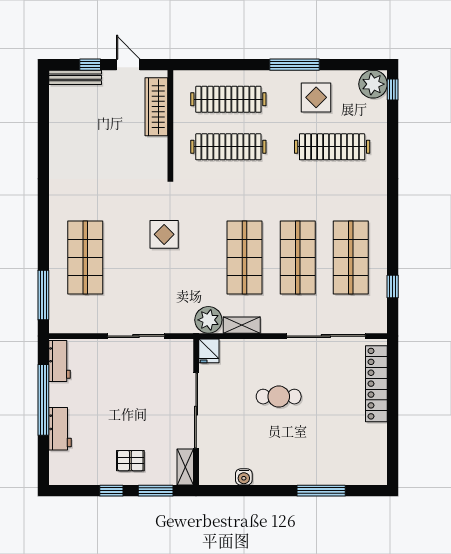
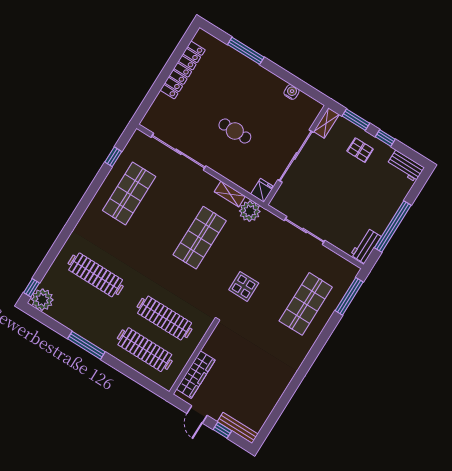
display table: (316, 97) -> (86, 314), removed
shop shelf: (298, 257) -> (164, 216), removed
locker: (376, 384) -> (183, 70), moved
workbench: (60, 429) -> (406, 166), moved, turned -90

